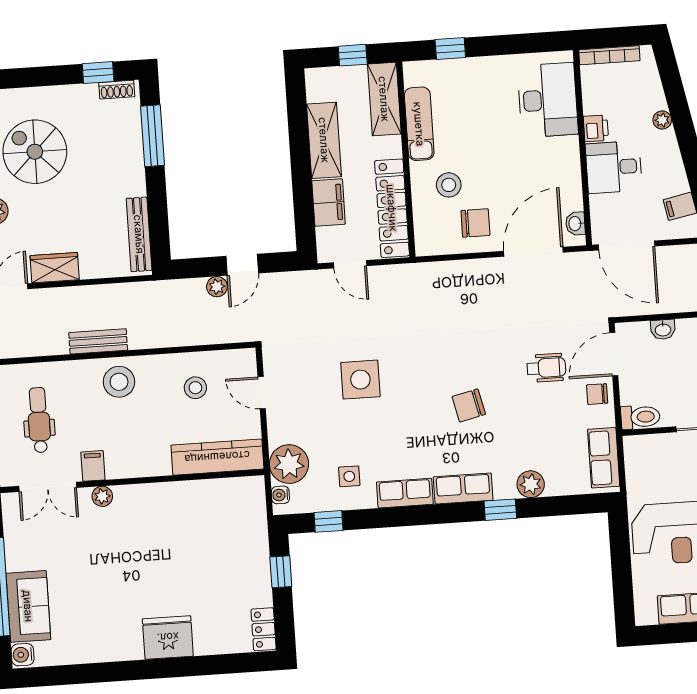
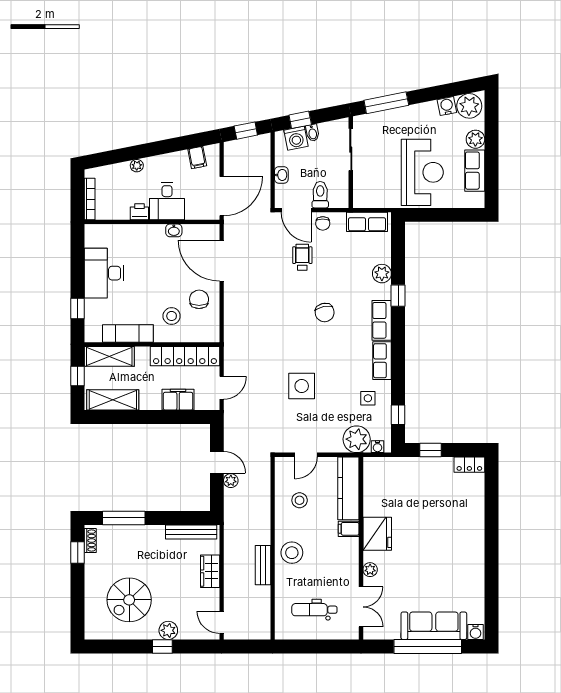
desk: (548, 100) -> (104, 273), moved, turned -90
shelving: (324, 140) -> (113, 400), moved
washbasin: (575, 224) -> (174, 230), moved
wardrobe: (55, 268) -> (210, 571), moved
toilet: (640, 417) -> (320, 195), moved
filing cabinet: (93, 466) -> (349, 529), moved
sofa: (28, 606) -> (434, 626), width x1.36
fridge: (168, 637) -> (377, 534), moved, turned 180

